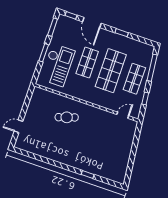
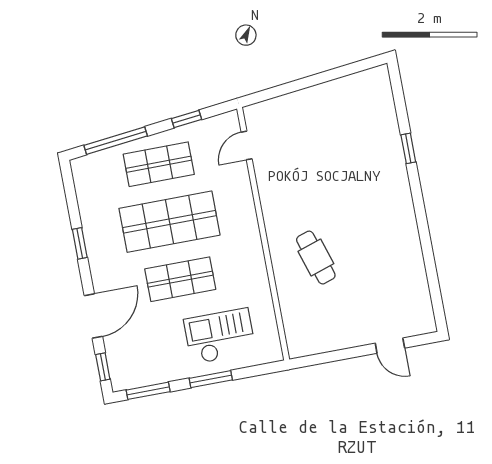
checkout: (58, 65) -> (220, 336), width x0.73, depth x0.83
door: (123, 115) -> (247, 145), hinge flipped

